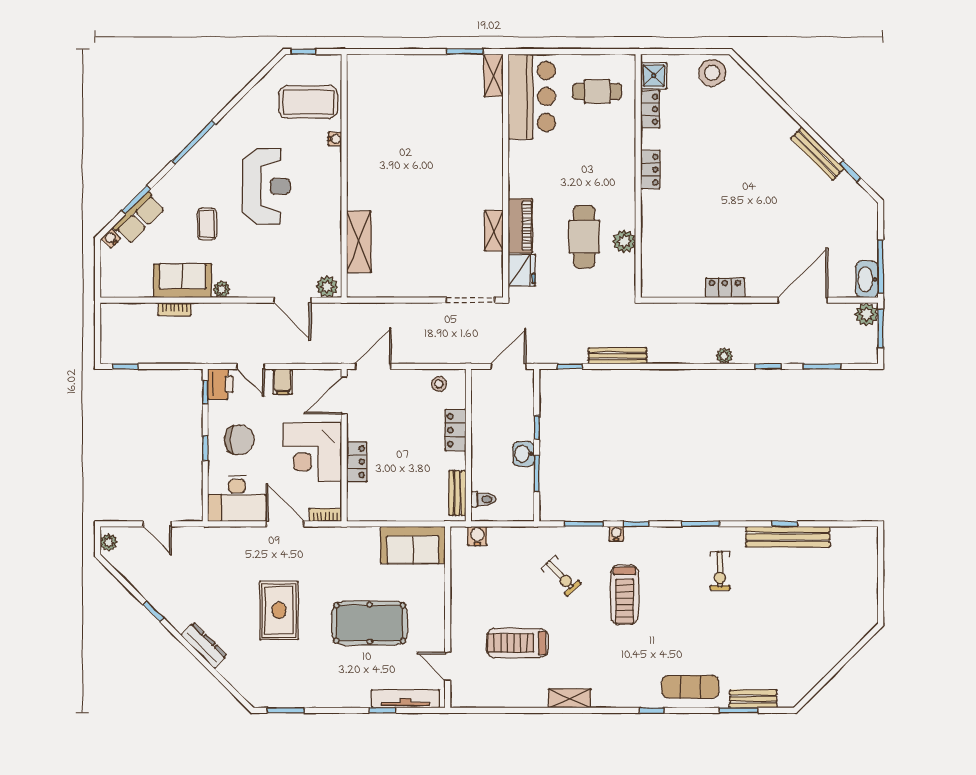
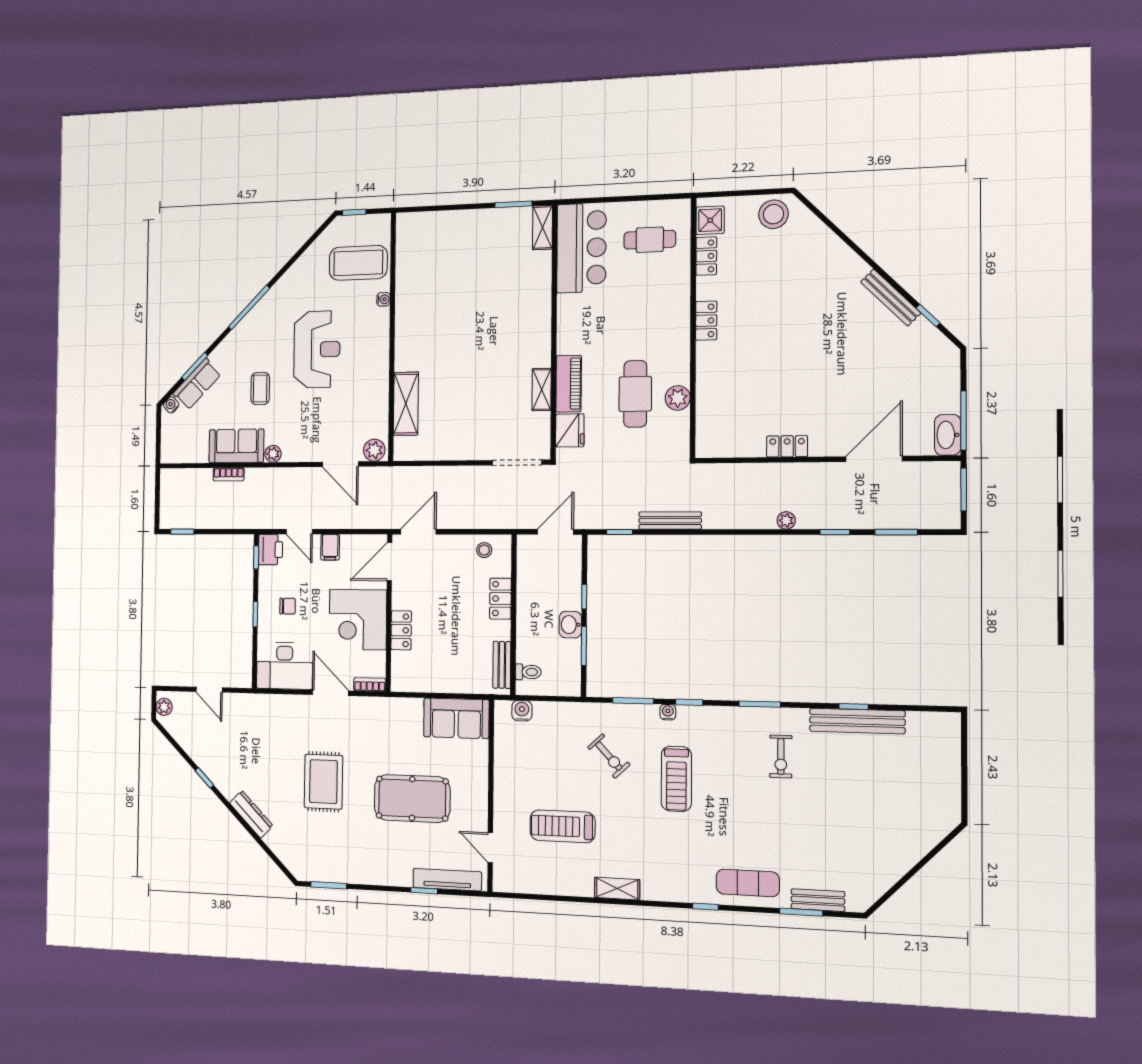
plant: (866, 314) -> (947, 474), removed
chair: (239, 440) -> (288, 606), width x0.54, depth x0.54

